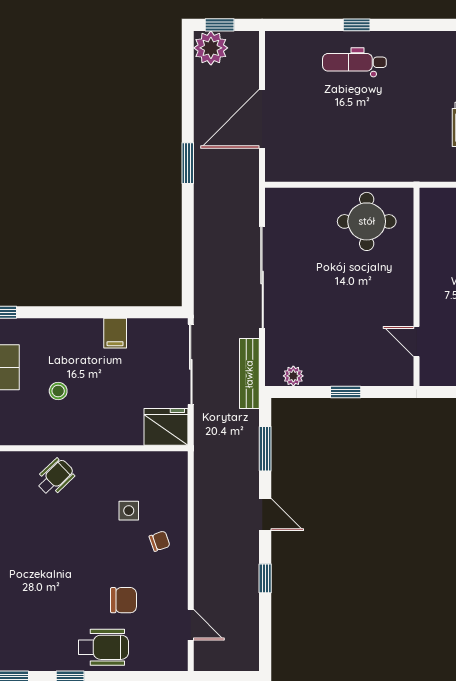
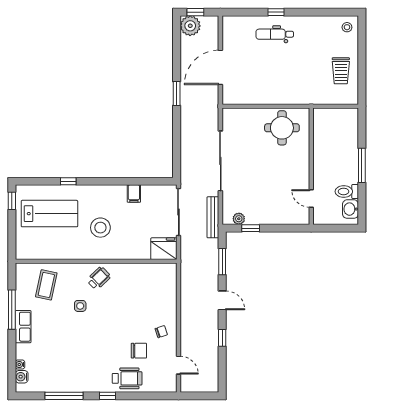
stool: (58, 391) -> (100, 228), width x1.89, depth x1.89
window: (346, 392) -> (251, 228), moved
side table: (129, 511) -> (80, 306), moved
chair: (160, 541) -> (161, 332), moved

